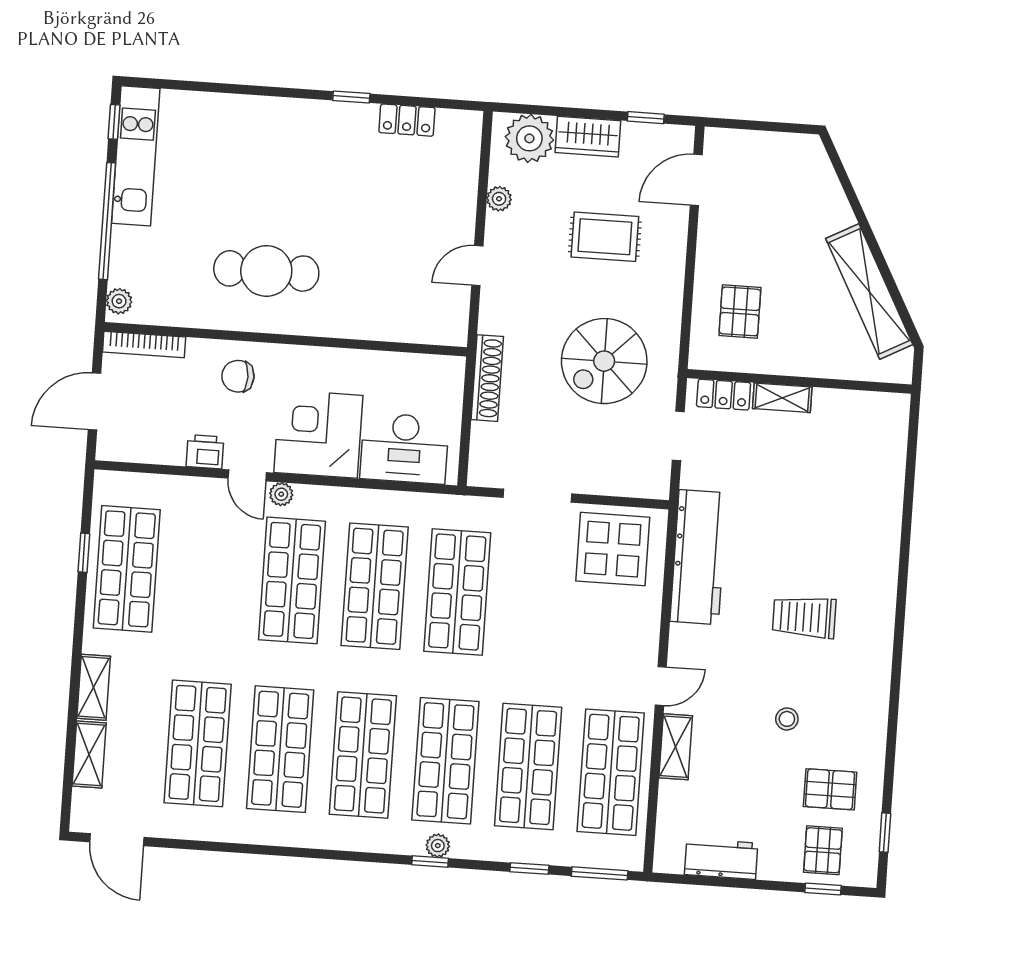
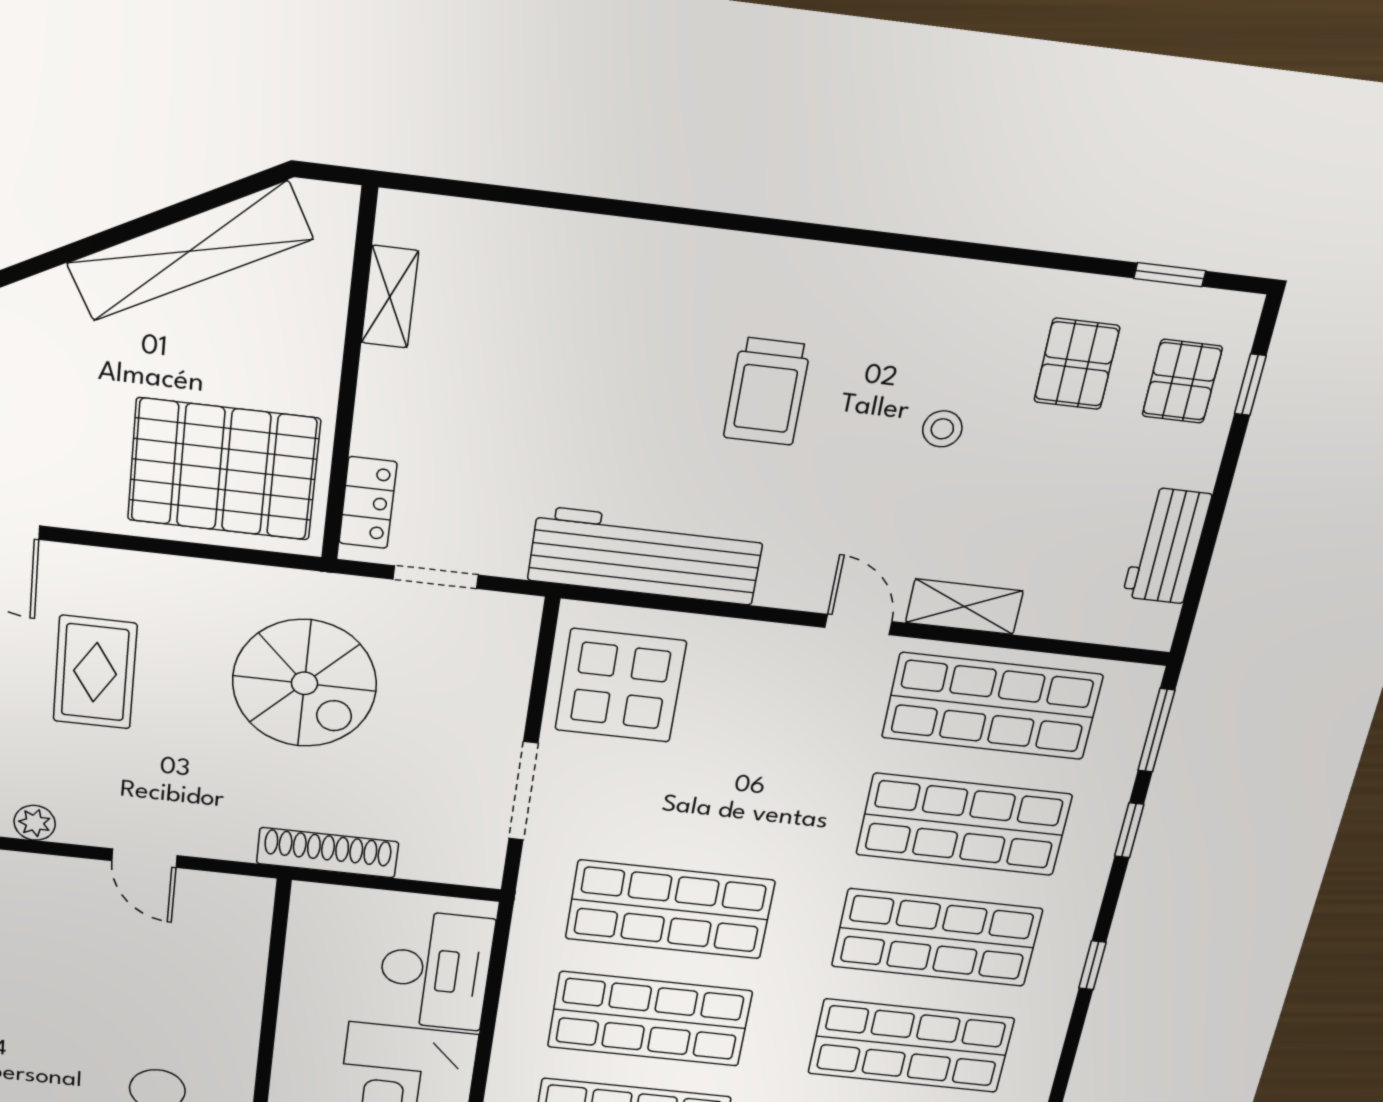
pallet: (740, 311) -> (224, 469), width x2.05, depth x2.00
shelving: (782, 398) -> (390, 297), moved
plant: (438, 846) -> (1069, 954), removed
pallet: (823, 850) -> (1182, 381), turned 90

